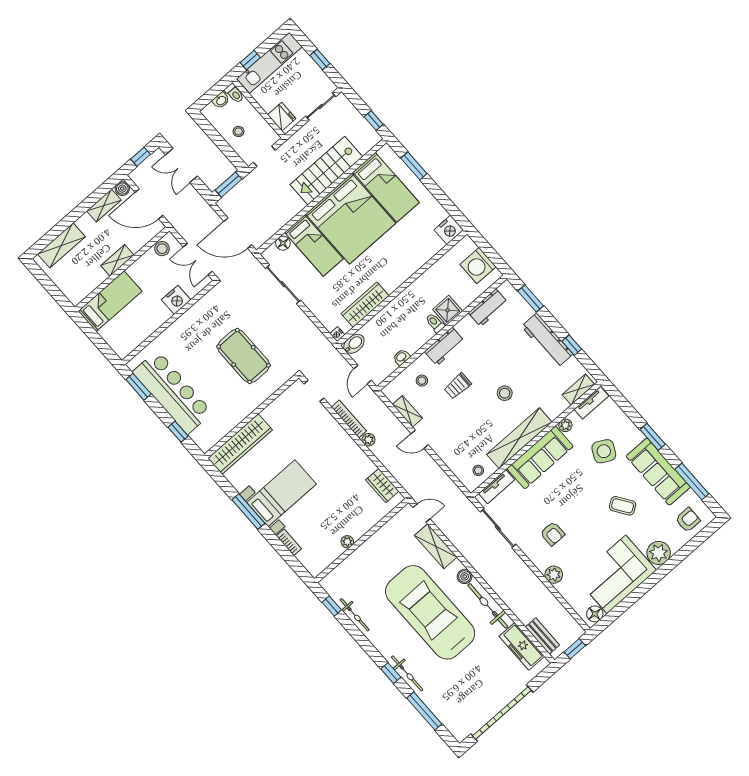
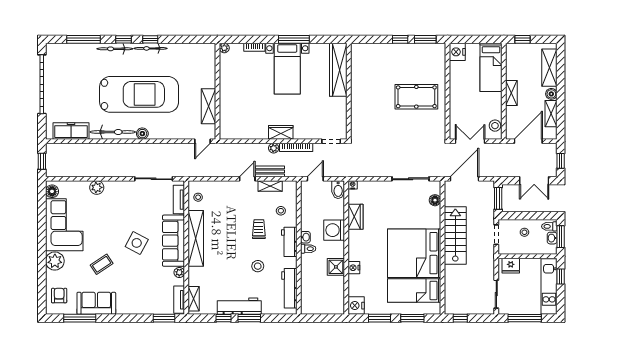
window: (320, 59) -> (525, 318), width x2.17
toilet: (234, 93) -> (549, 226), moved
window: (212, 94) -> (561, 237), added
double door: (181, 165) -> (534, 181), swing flipped
stairs: (326, 171) -> (455, 235), moved
boiler: (122, 189) -> (551, 94), moved
window: (441, 197) -> (379, 318), added
bed: (314, 246) -> (417, 217), removed
nightstand: (415, 264) -> (354, 268), added
washing machine: (478, 266) -> (334, 230), moved, turned -90
window: (57, 295) -> (522, 39), added
window: (531, 299) -> (249, 318), moved
nightstand: (176, 300) -> (457, 52), moved
wardrobe: (365, 305) -> (355, 217), width x0.67
workbench: (488, 308) -> (289, 288), width x1.38
shower: (448, 310) -> (336, 267), moved
pool table: (244, 356) -> (416, 97), moved
washbasin: (401, 357) -> (305, 237), moved
door: (363, 375) -> (315, 179), hinge flipped
bar counter: (172, 392) -> (404, 57), removed
stool: (505, 393) -> (258, 266), moved
window: (178, 432) -> (400, 39), moved
window: (653, 437) -> (164, 318), moved
side table: (604, 451) -> (137, 243), moved
sofa: (658, 472) -> (96, 303), width x0.73
wardrobe: (382, 486) -> (281, 132), moved
armchair: (688, 520) -> (59, 296), turned 180
armchair: (552, 534) -> (122, 208), removed
plant: (347, 542) -> (224, 48), moved
shelving: (436, 546) -> (209, 106), moved, turned 90
window: (332, 606) -> (150, 39), moved
bicycle: (355, 615) -> (151, 48), moved
bench: (542, 636) -> (270, 171), moved

